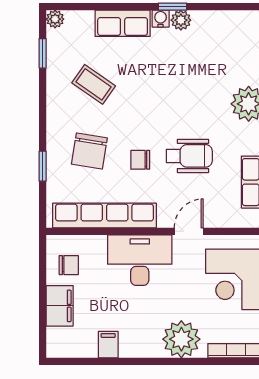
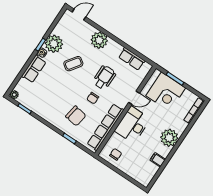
plant: (181, 20) -> (54, 44), width x1.87, depth x1.87
coffee table: (94, 84) -> (73, 64), moved
door: (189, 231) -> (134, 98), swing flipped
filing cabinet: (60, 306) -> (129, 169), removed
plant: (181, 339) -> (169, 138), moved

